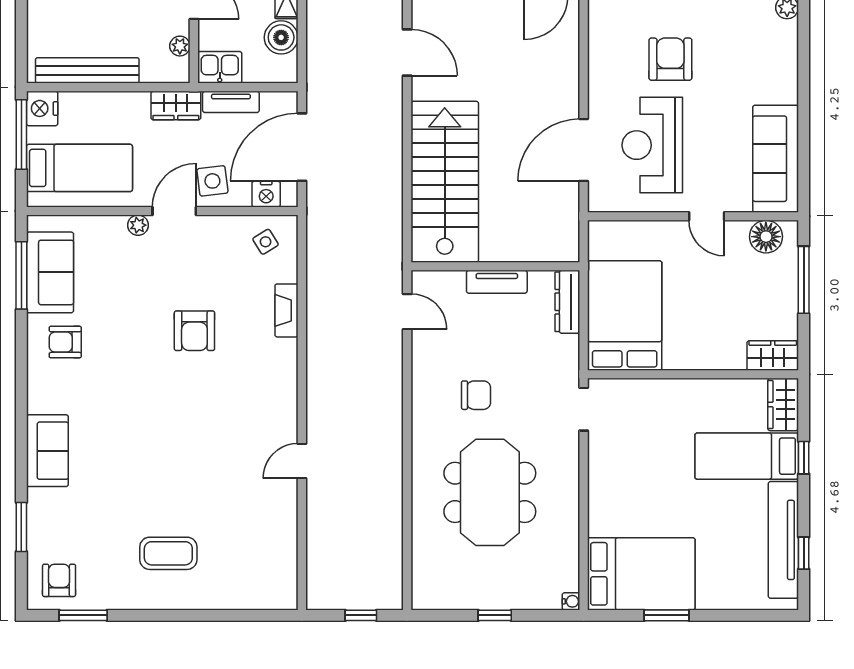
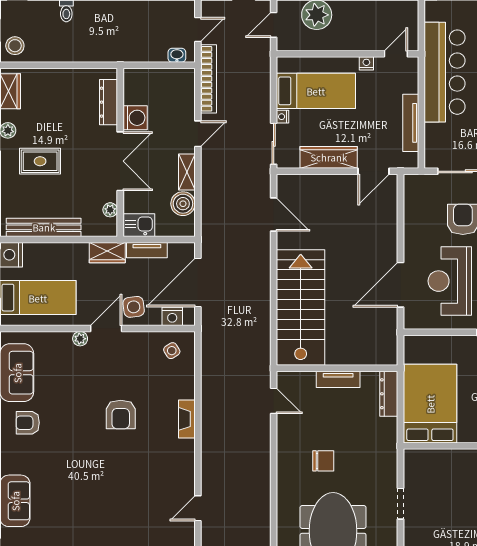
fireplace: (286, 310) -> (187, 419), moved
doorway: (584, 409) -> (401, 504), moved

